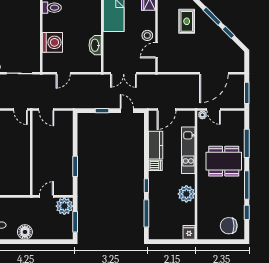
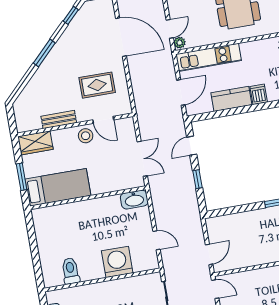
bench: (162, 18) -> (59, 120), added
rug: (187, 21) -> (97, 85), moved
window: (228, 32) -> (71, 15), moved
washbasin: (95, 45) -> (134, 200), moved
door: (21, 109) -> (215, 289), hinge flipped
door: (166, 109) -> (181, 92), hinge flipped
kitchen unit: (188, 150) -> (209, 57), moved

